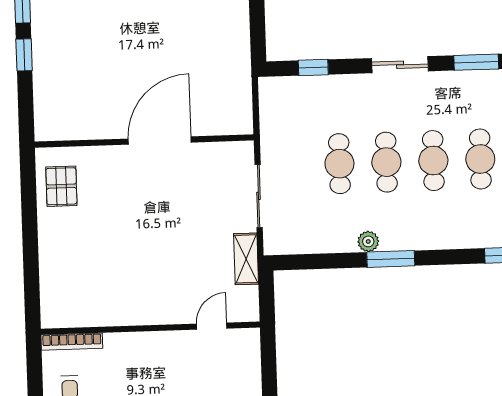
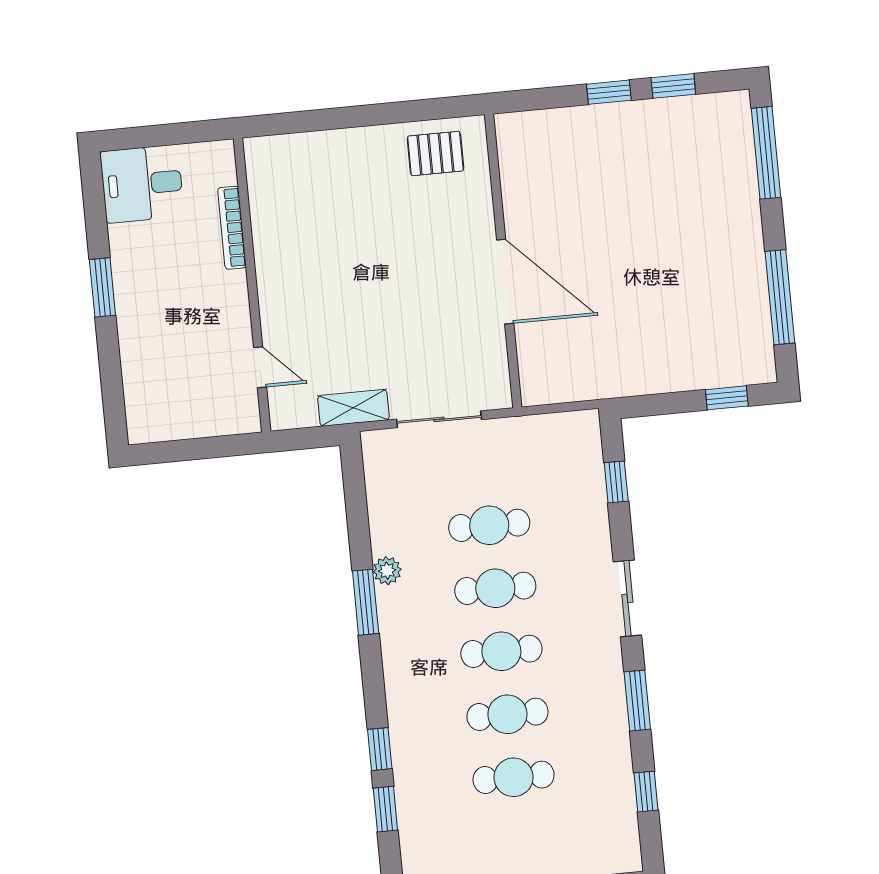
bookcase: (72, 342) -> (232, 228), moved

